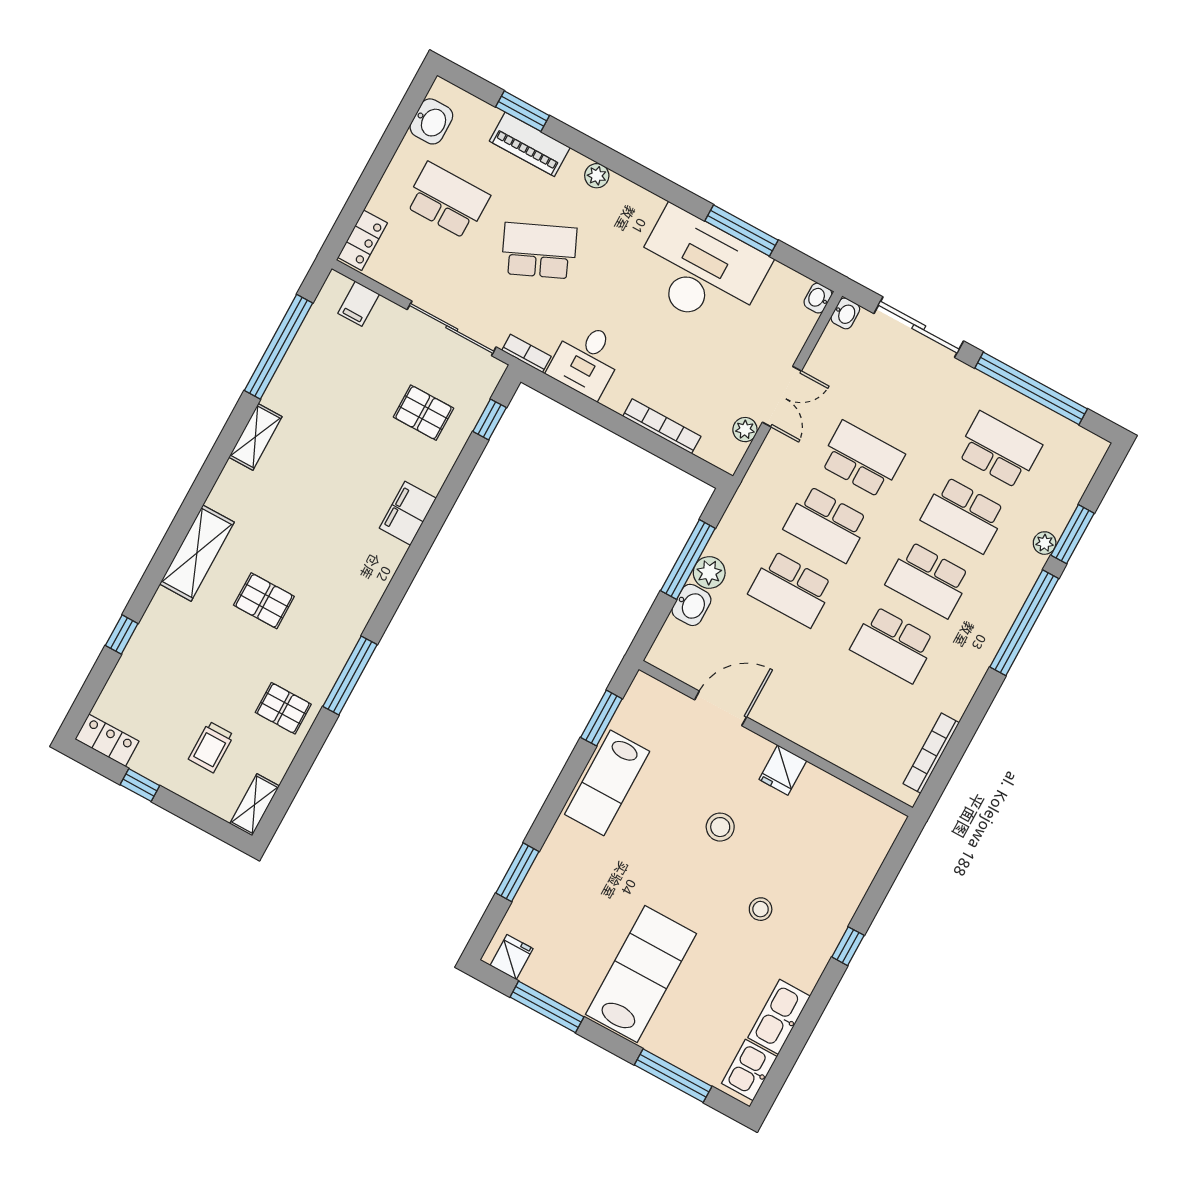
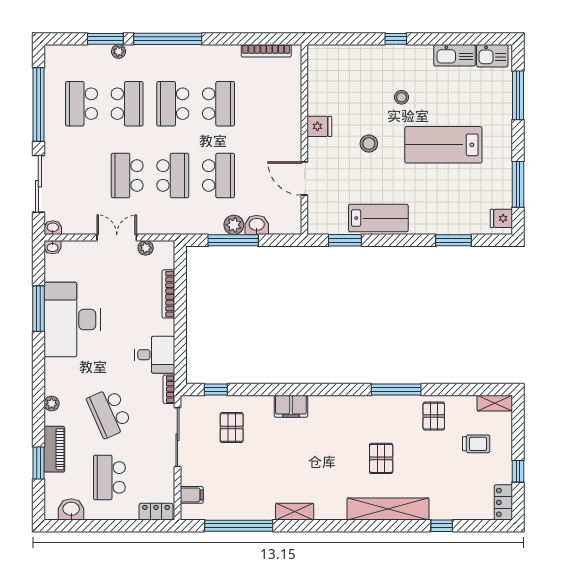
shelving: (197, 553) -> (388, 509), width x1.47
school desk: (928, 580) -> (173, 104), turned 180
lab bench: (641, 974) -> (443, 145), moved

